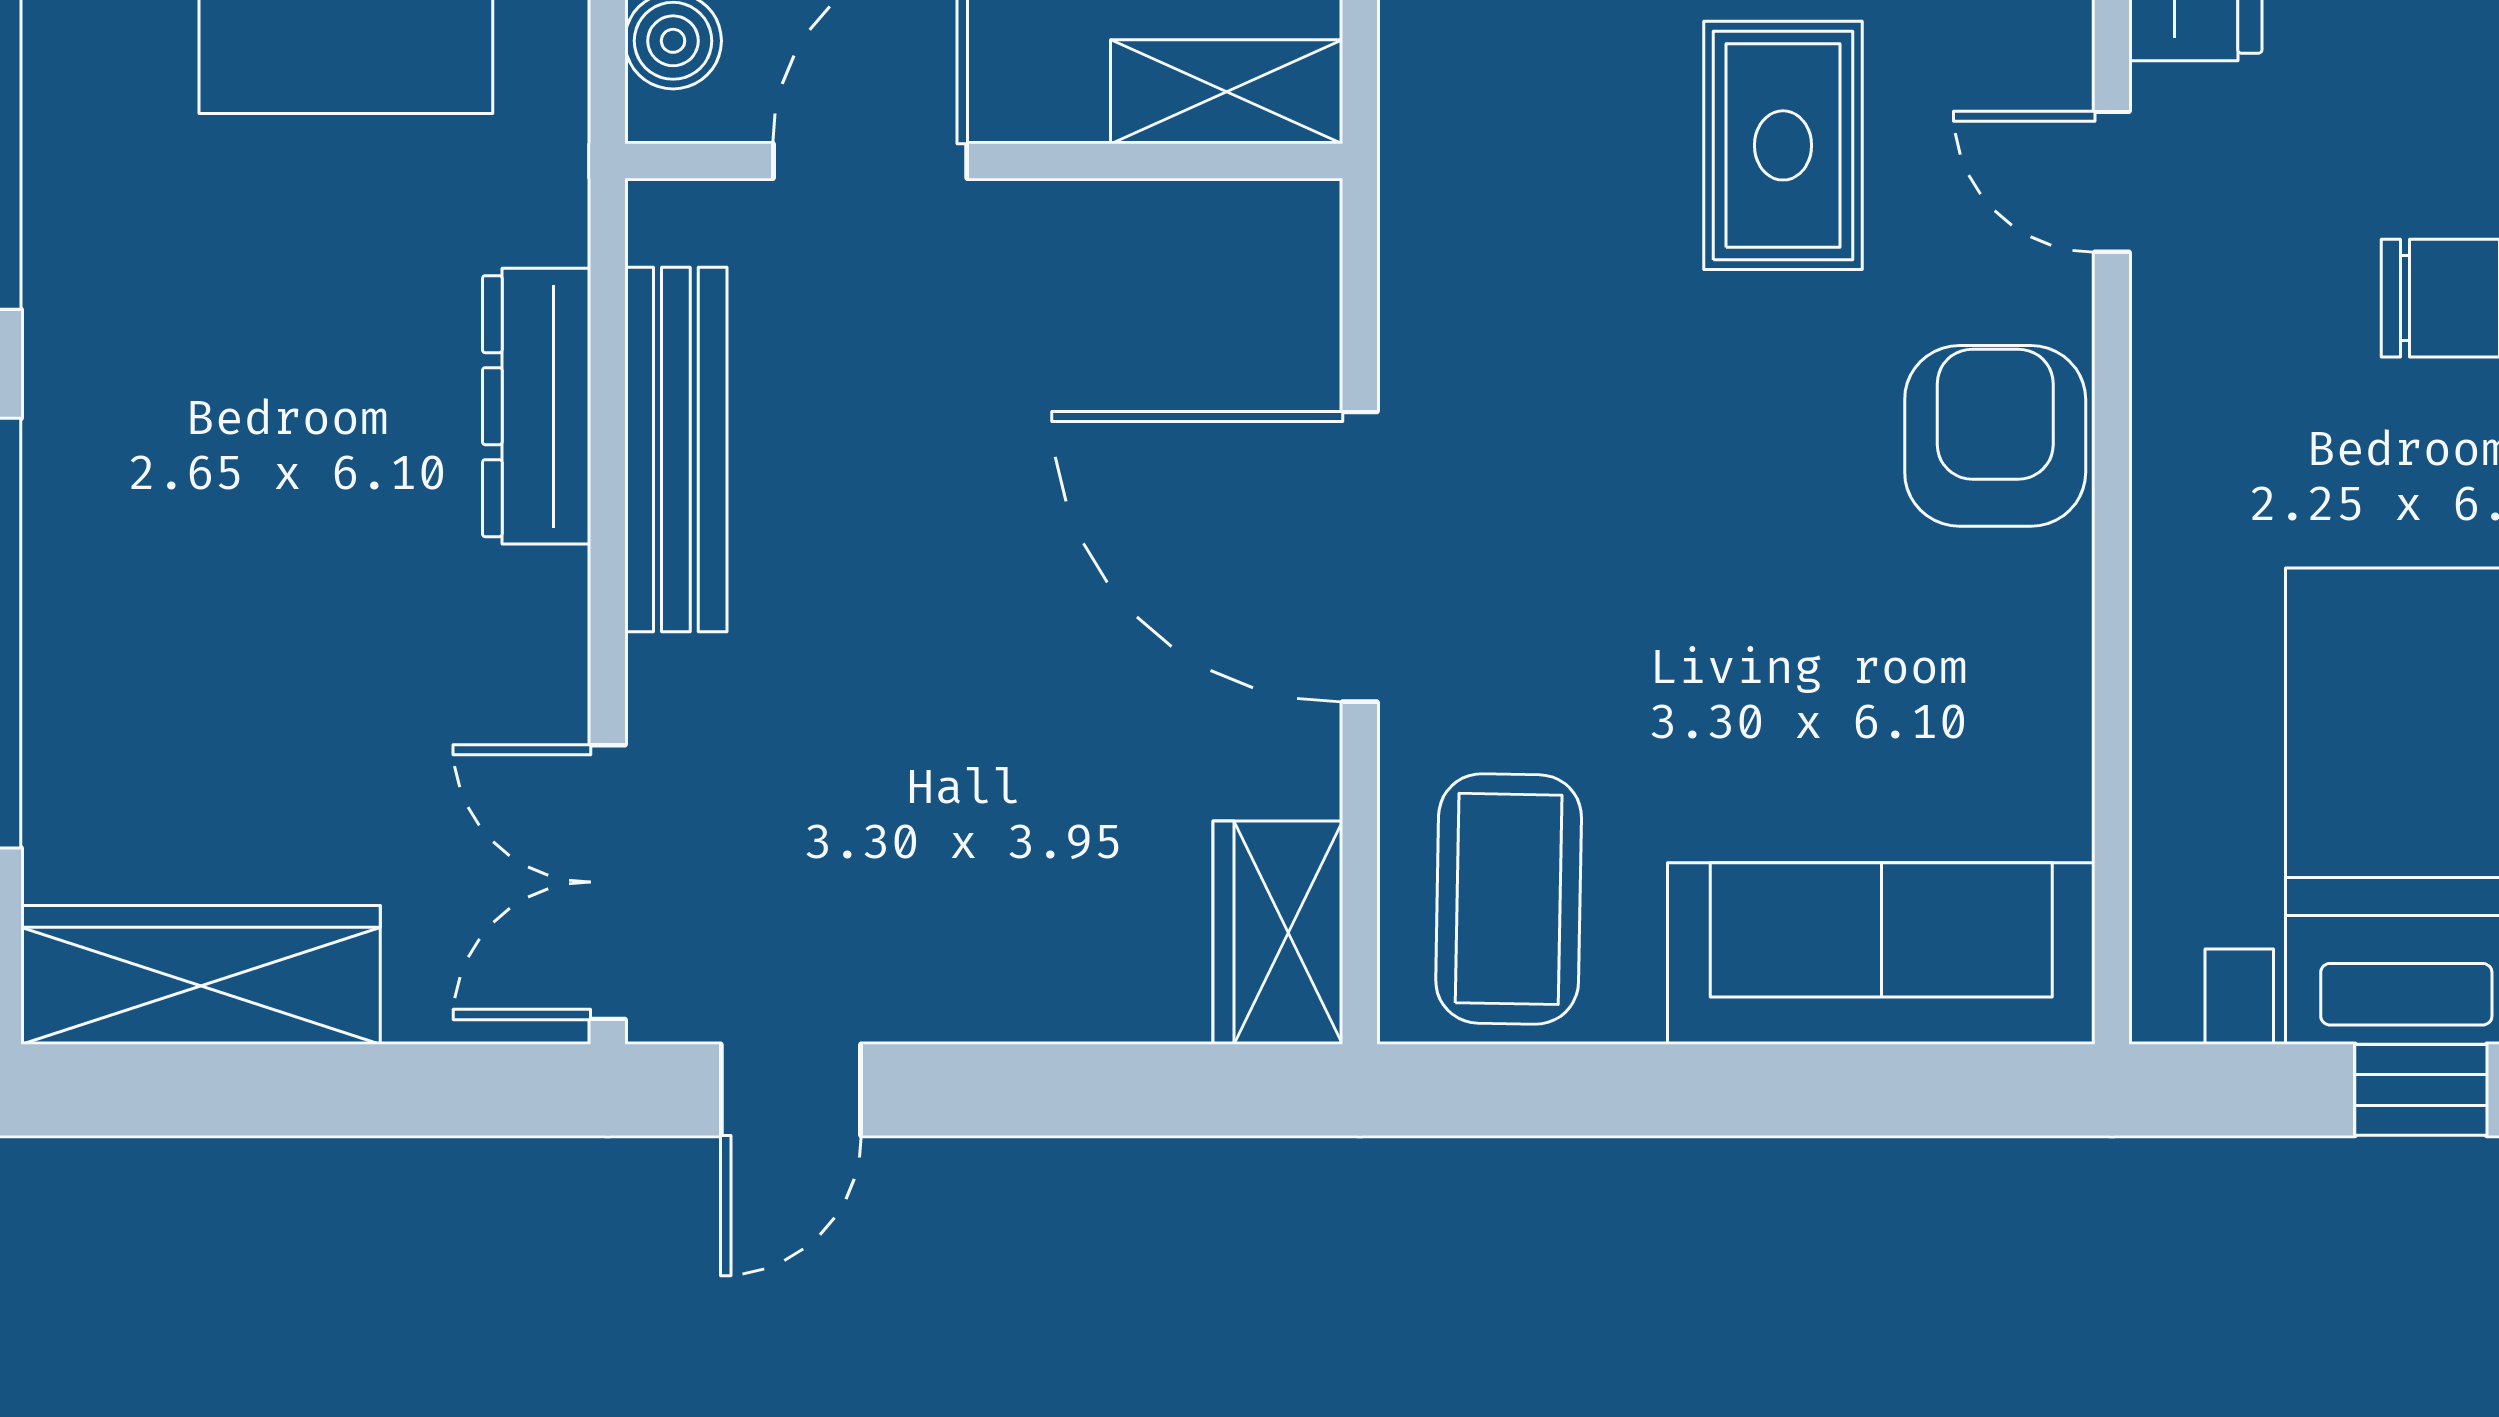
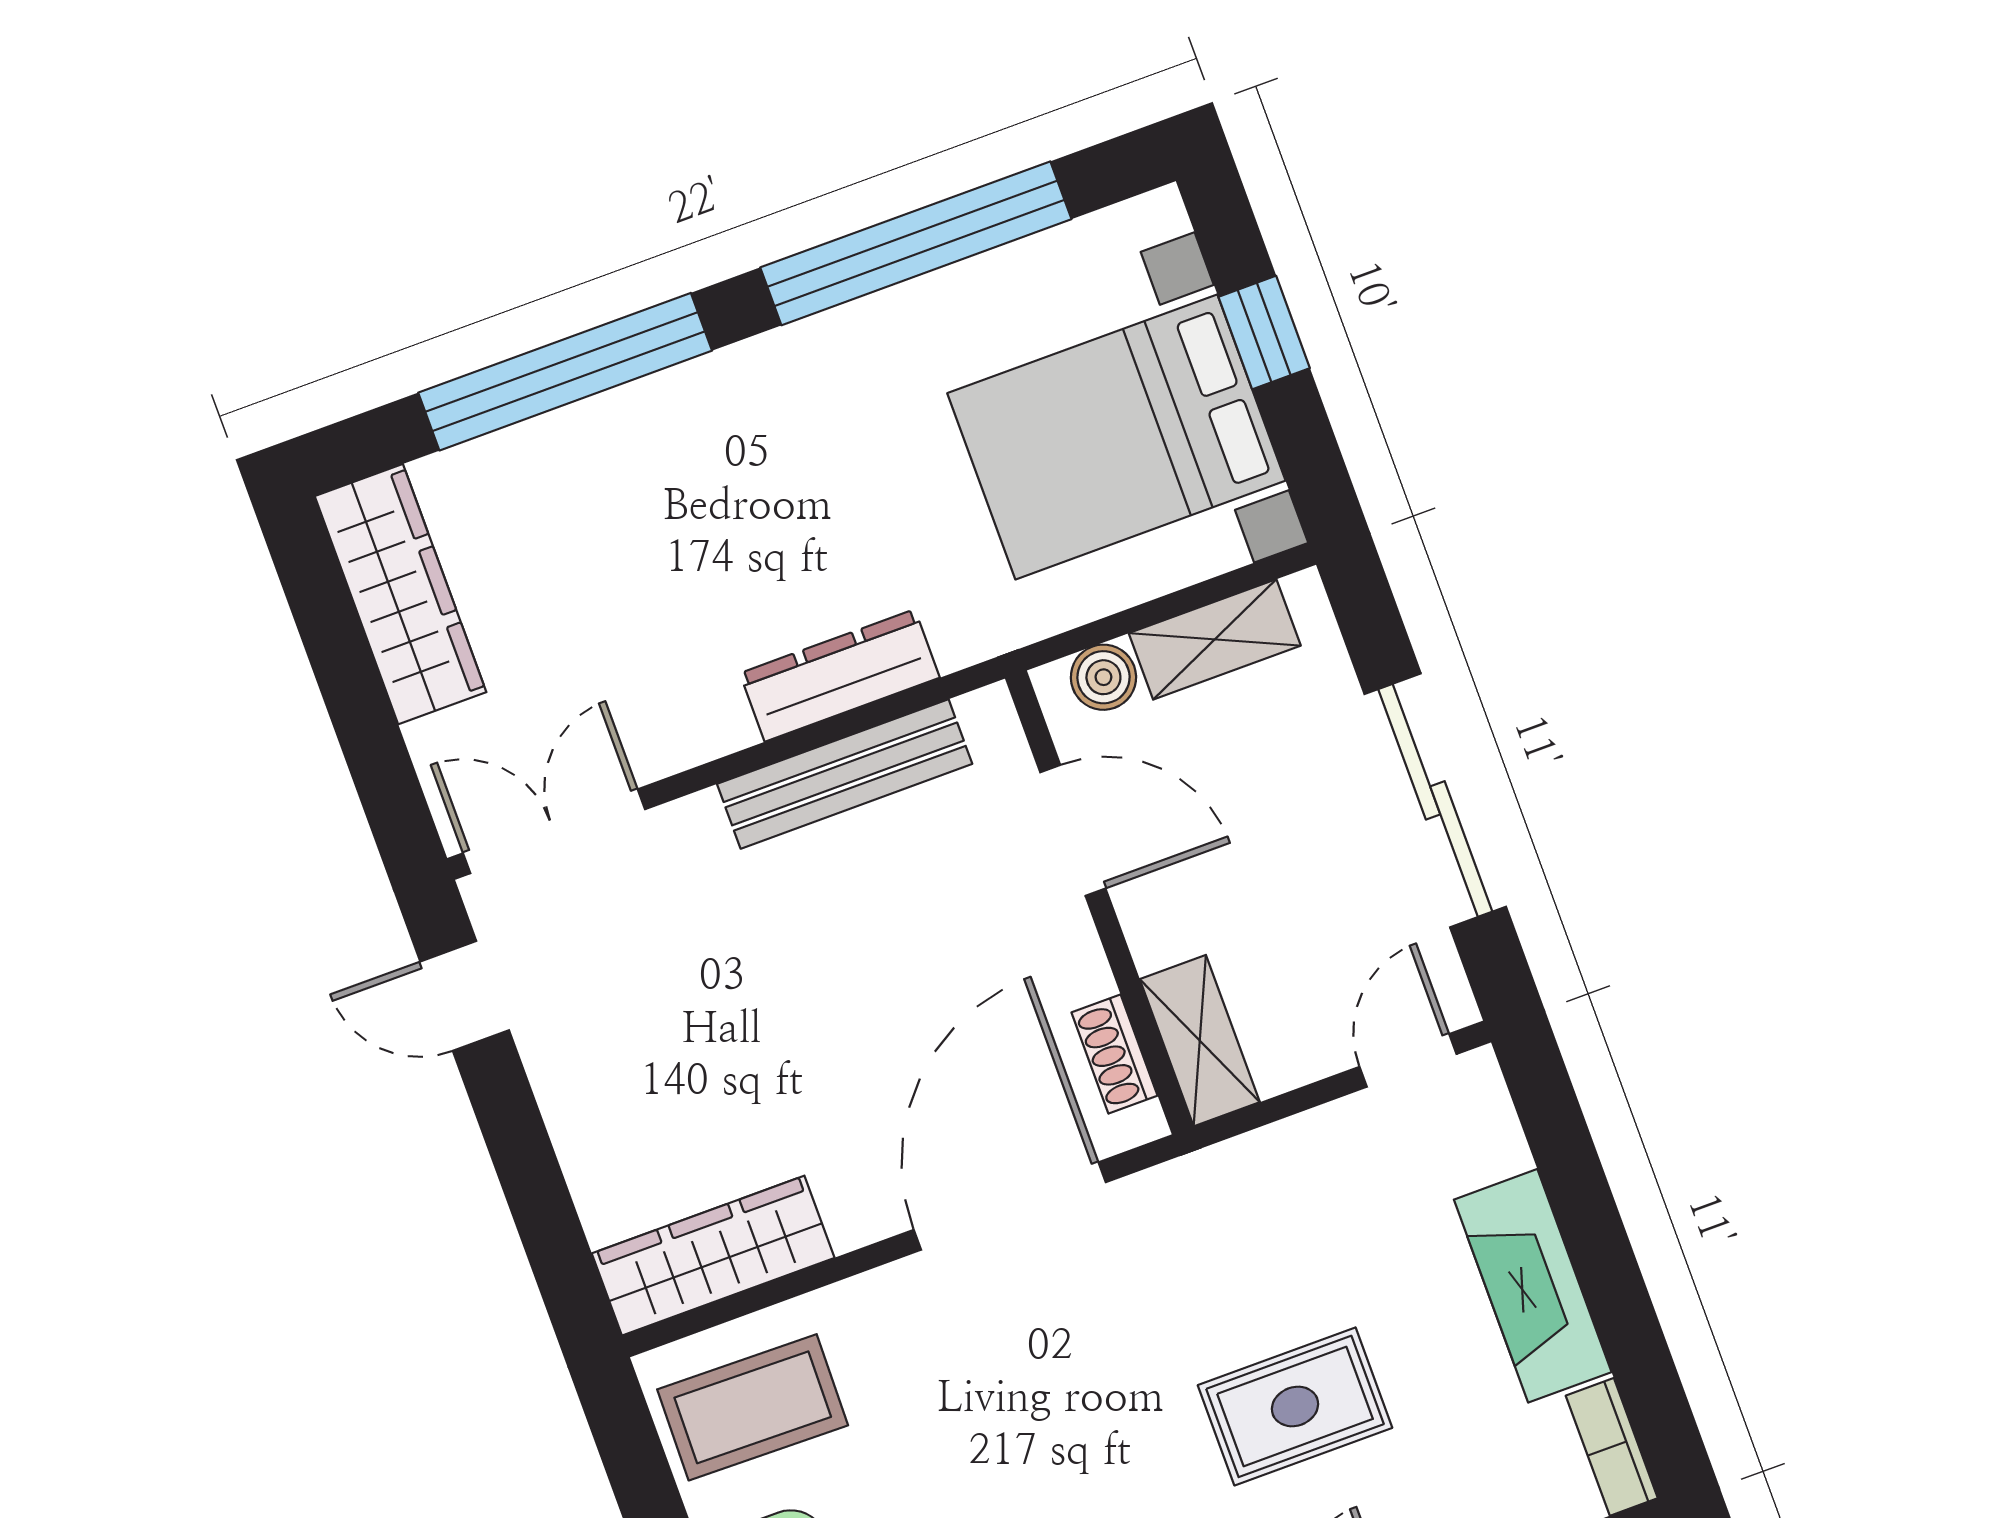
shoe rack: (1202, 217) -> (1115, 1054), added
door: (1360, 557) -> (1010, 1206), moved
wardrobe: (1278, 933) -> (713, 1256), width x1.50

